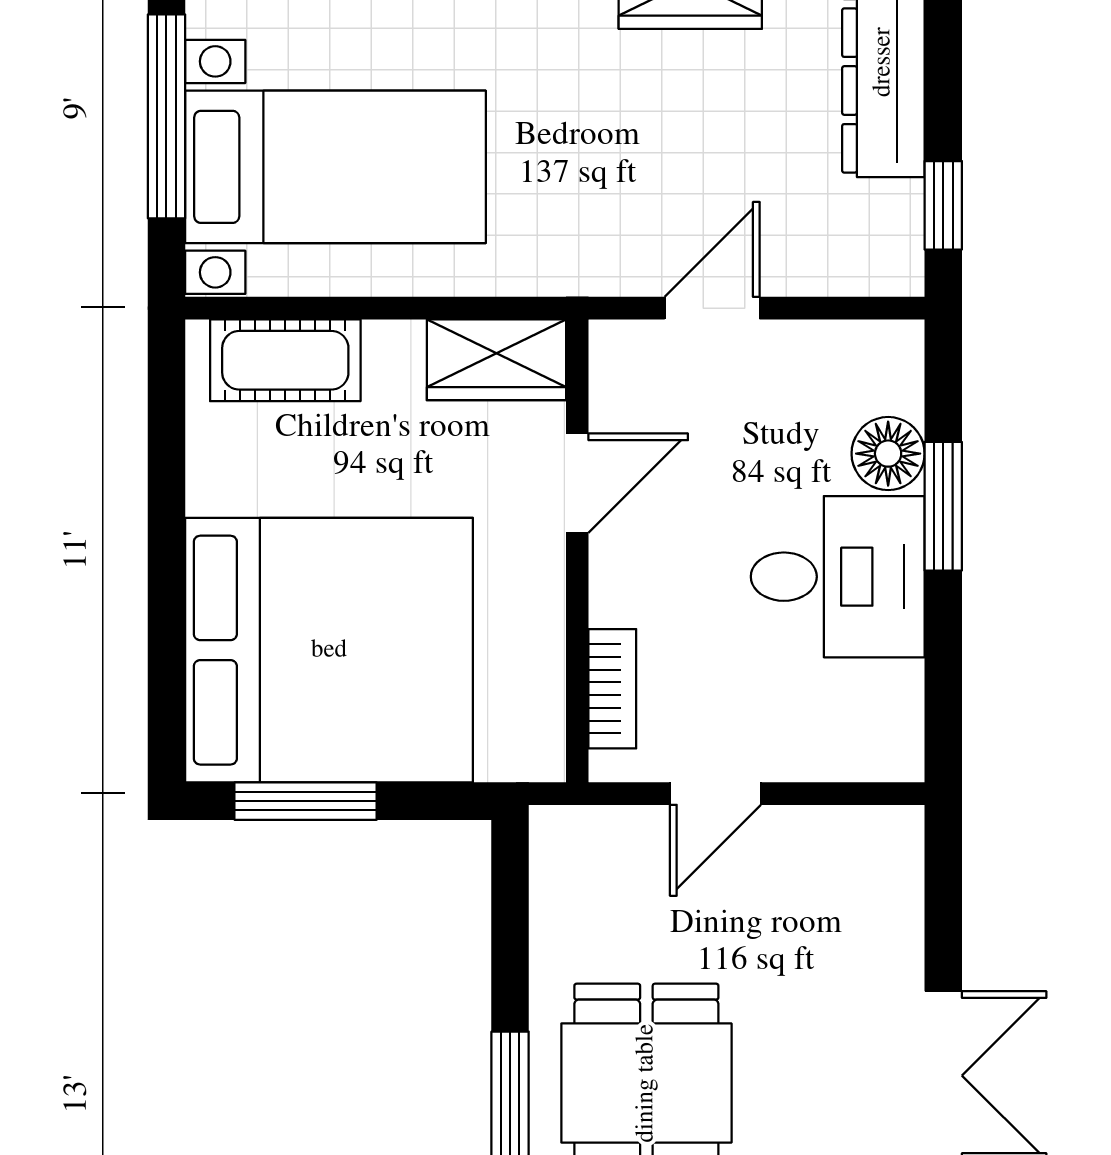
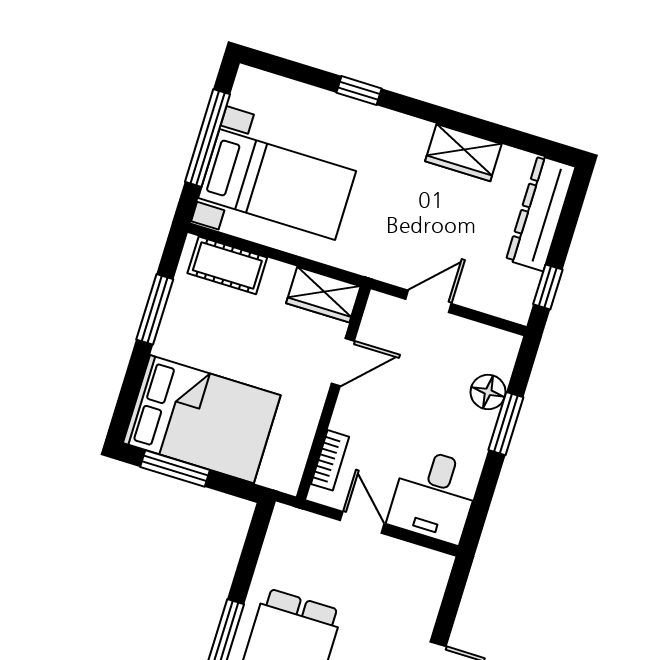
window: (166, 494) -> (155, 309), added
desk: (838, 577) -> (434, 496), moved, turned 90
bed: (329, 650) -> (202, 419), width x0.73
door: (715, 794) -> (362, 522), swing flipped

